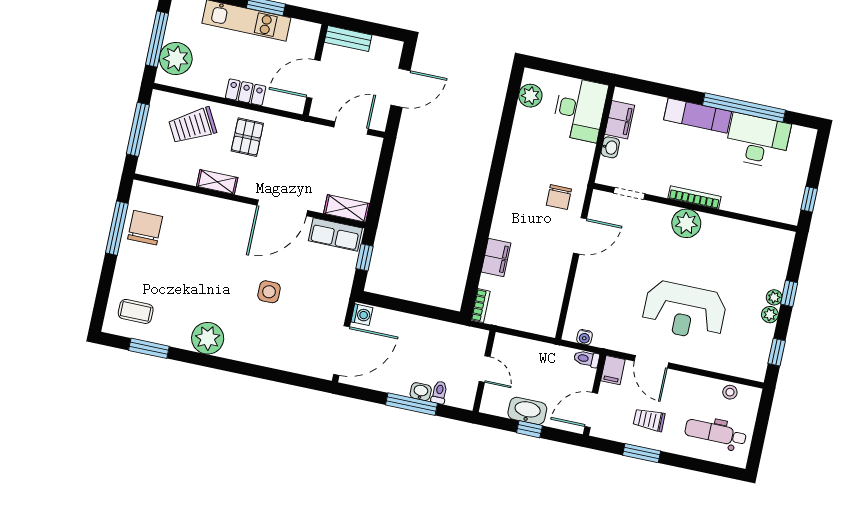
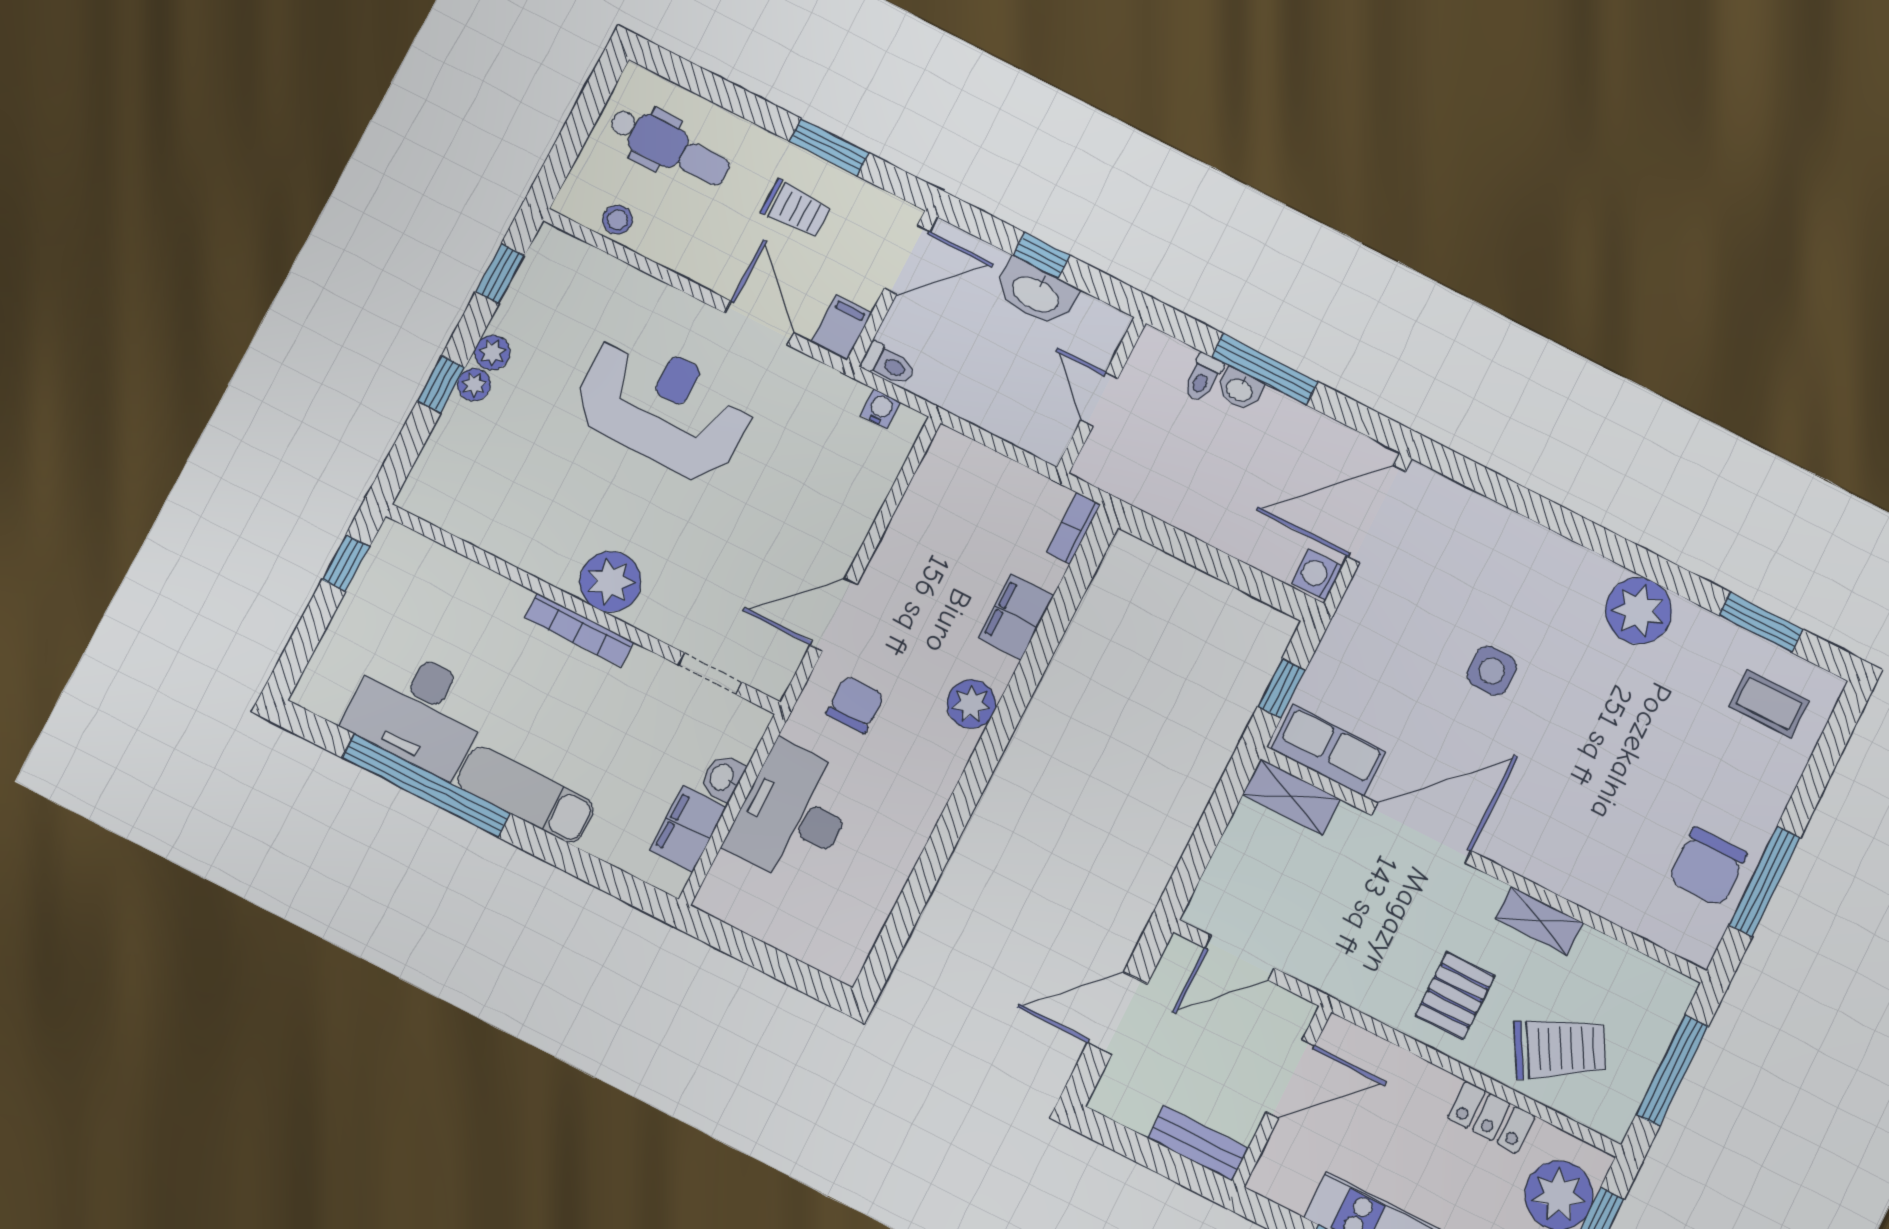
locker: (246, 92) -> (1491, 1117), moved
plant: (530, 96) -> (971, 704), moved
desk: (580, 109) -> (793, 814), moved

